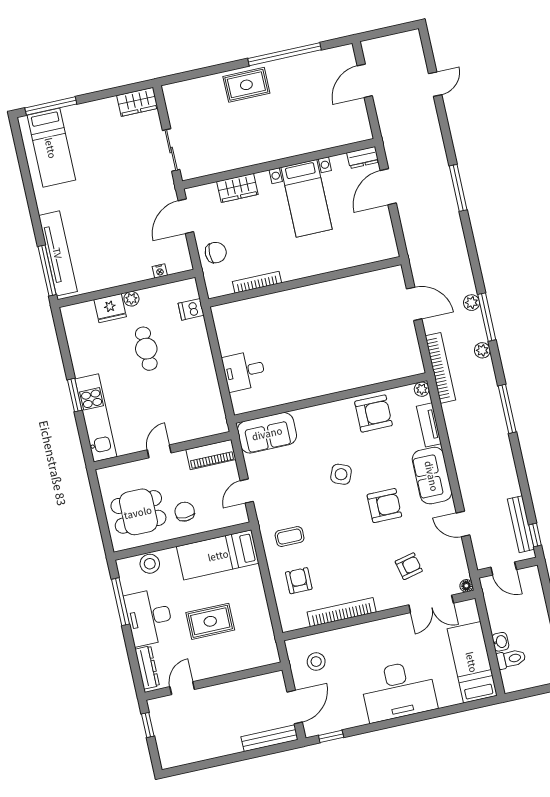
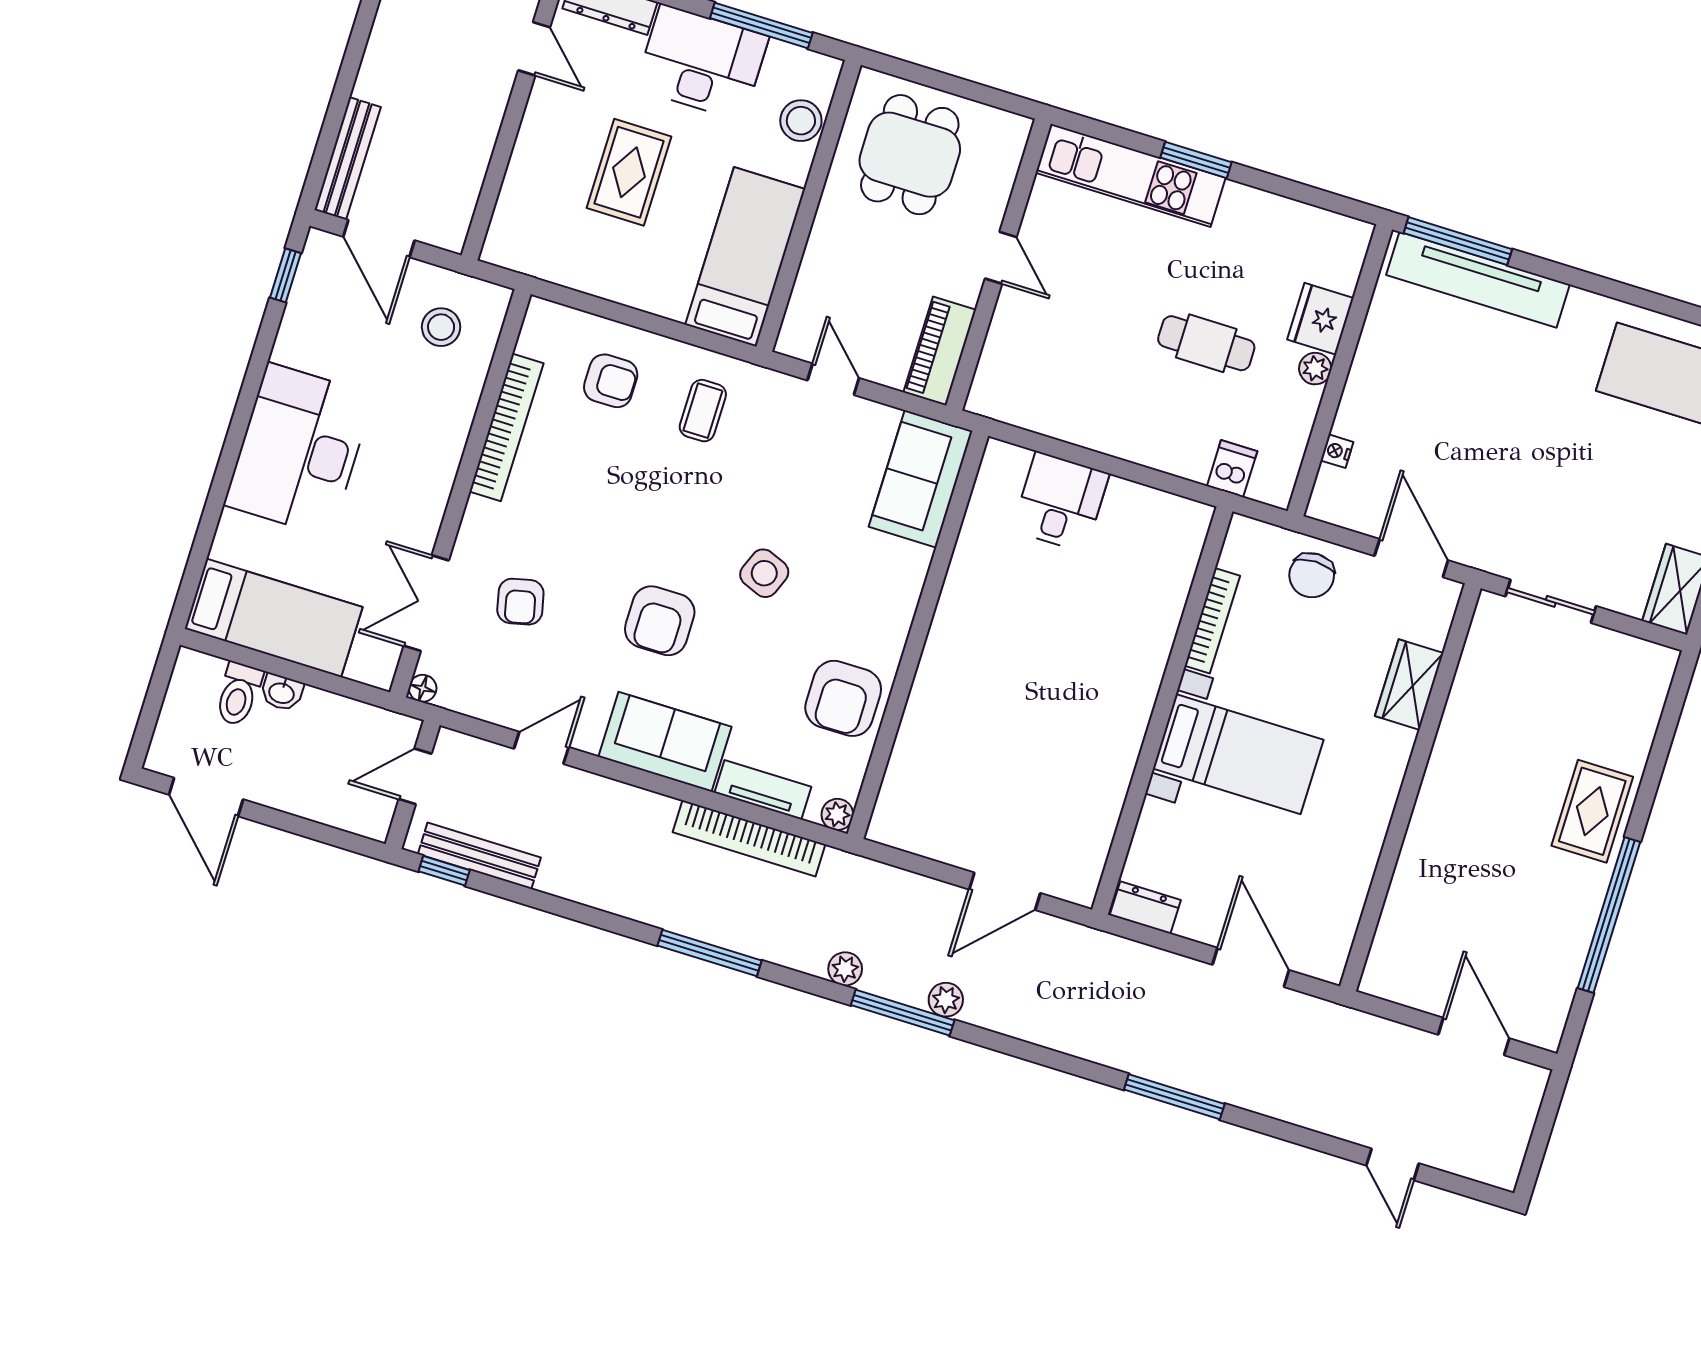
dresser: (363, 157) -> (1145, 908), moved, turned 90
bed with nightstands: (306, 198) -> (1238, 754), moved, turned 180
bookcase: (440, 368) -> (749, 838), moved
chair: (185, 512) -> (861, 241), removed

